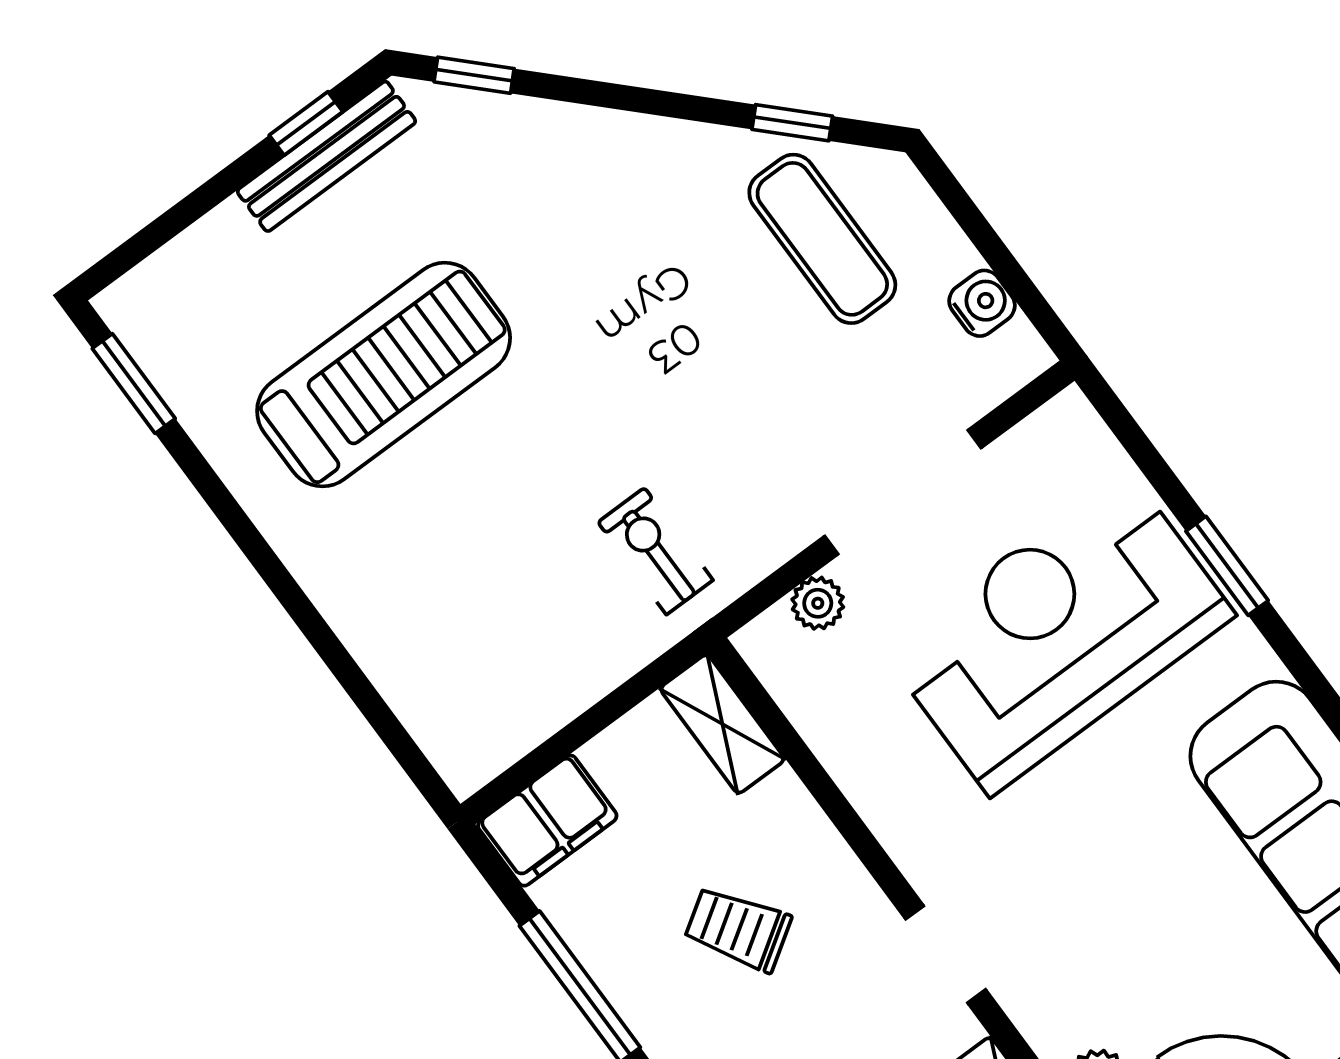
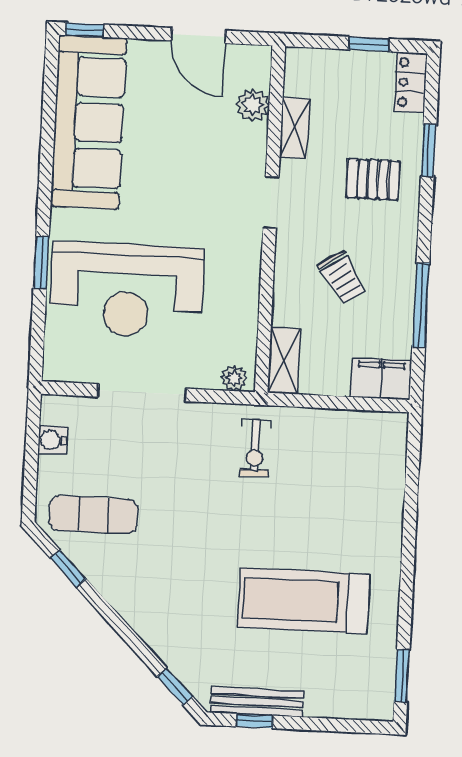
exercise mat: (822, 239) -> (93, 515), turned 90
plant: (818, 603) -> (234, 378), moved

